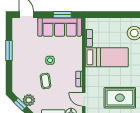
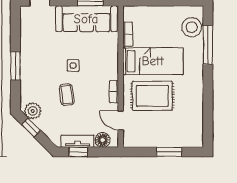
window: (9, 51) -> (15, 66), moved
rug: (120, 98) -> (152, 96), moved
plant: (29, 100) -> (33, 111), moved

